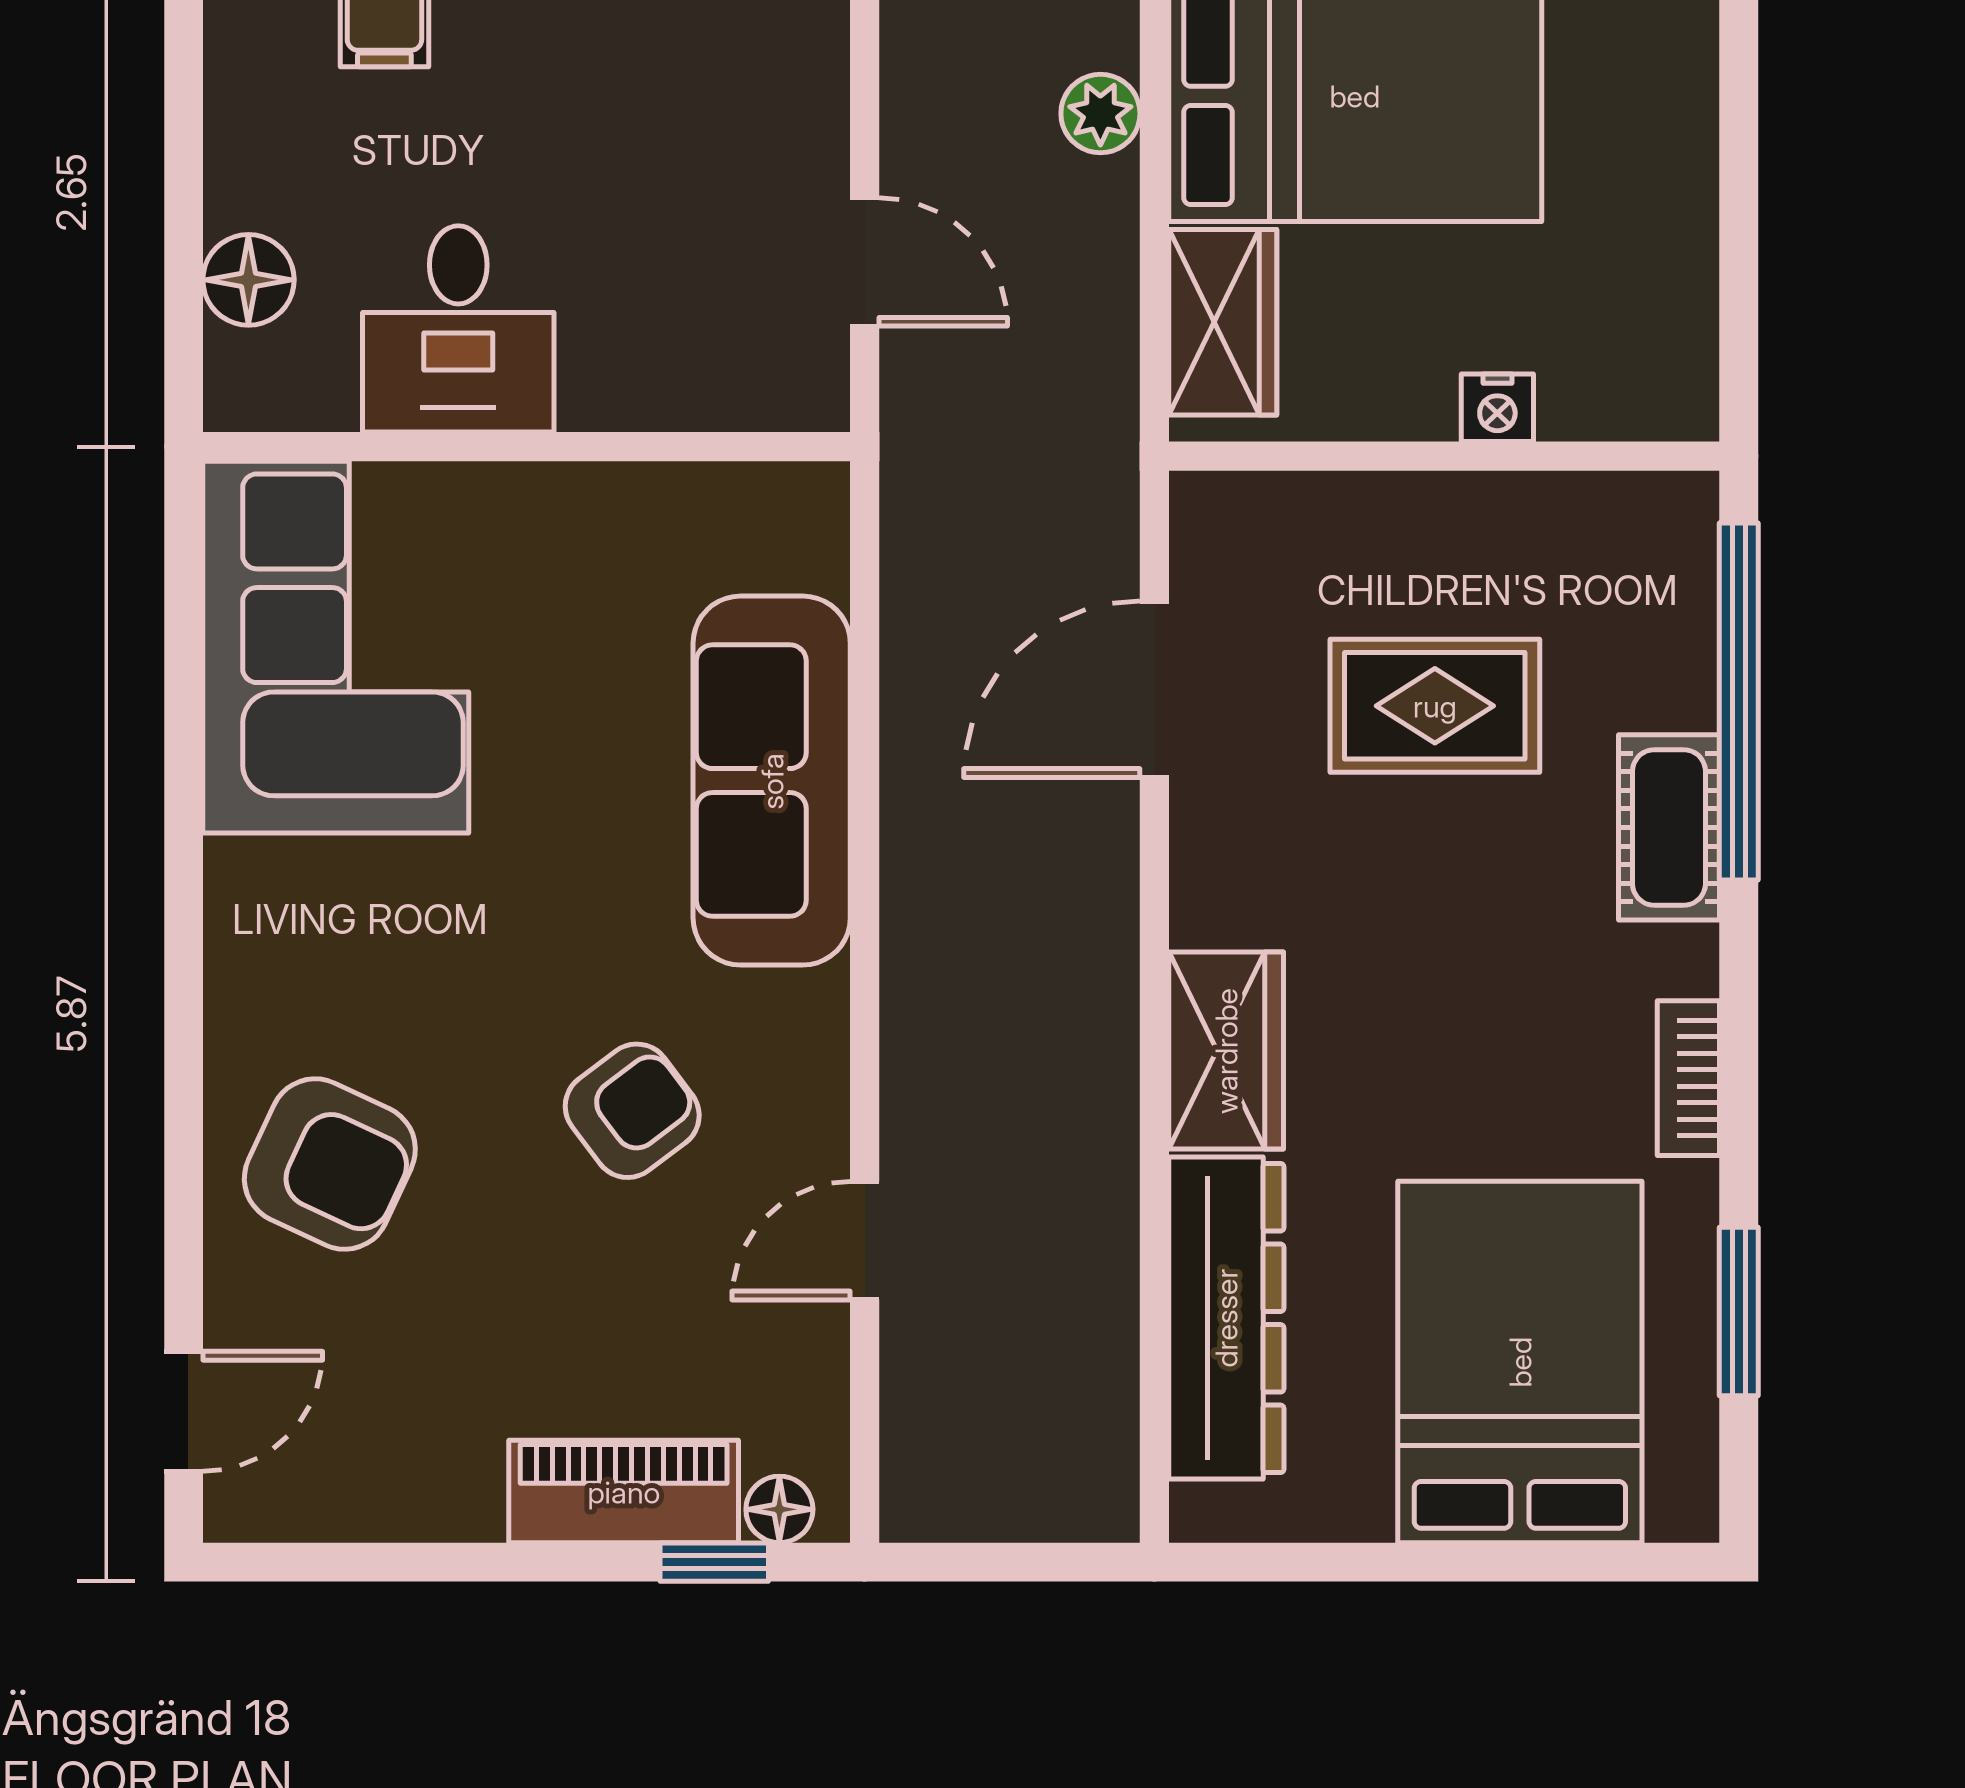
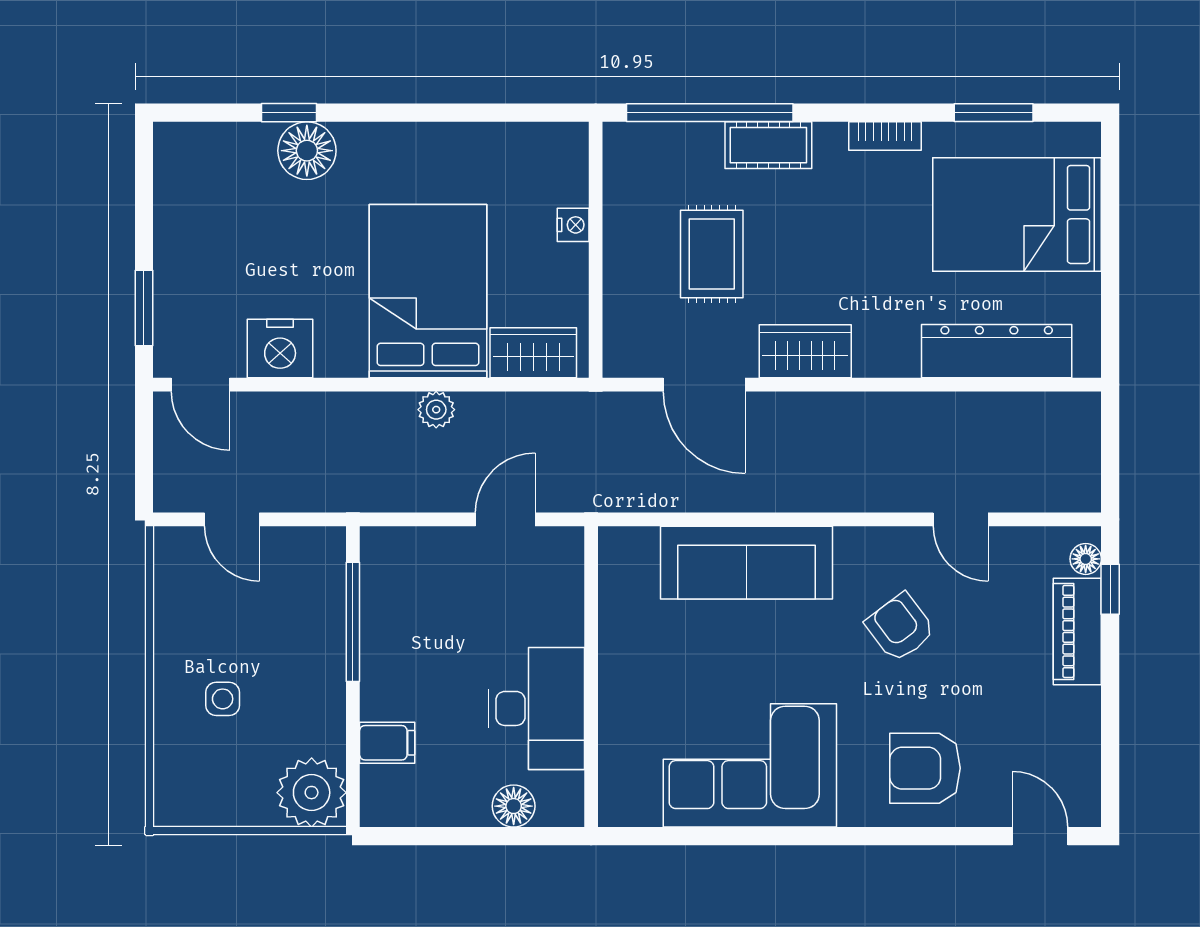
desk: (458, 329) -> (536, 708), width x1.37
corner sofa: (336, 647) -> (750, 765), moved
wardrobe: (1226, 1051) -> (805, 351), moved
armchair: (330, 1164) -> (925, 768), turned -115

